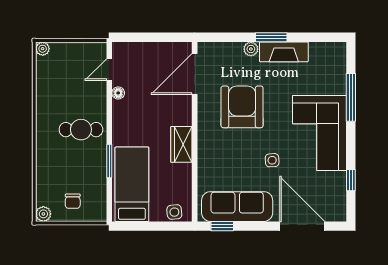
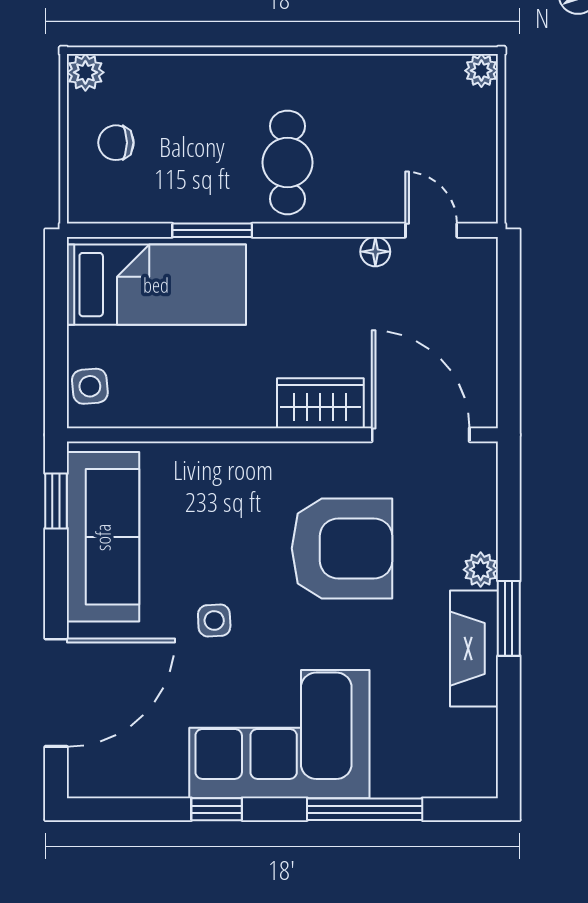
wardrobe: (181, 144) -> (320, 403), moved
window: (351, 180) -> (217, 809), moved

